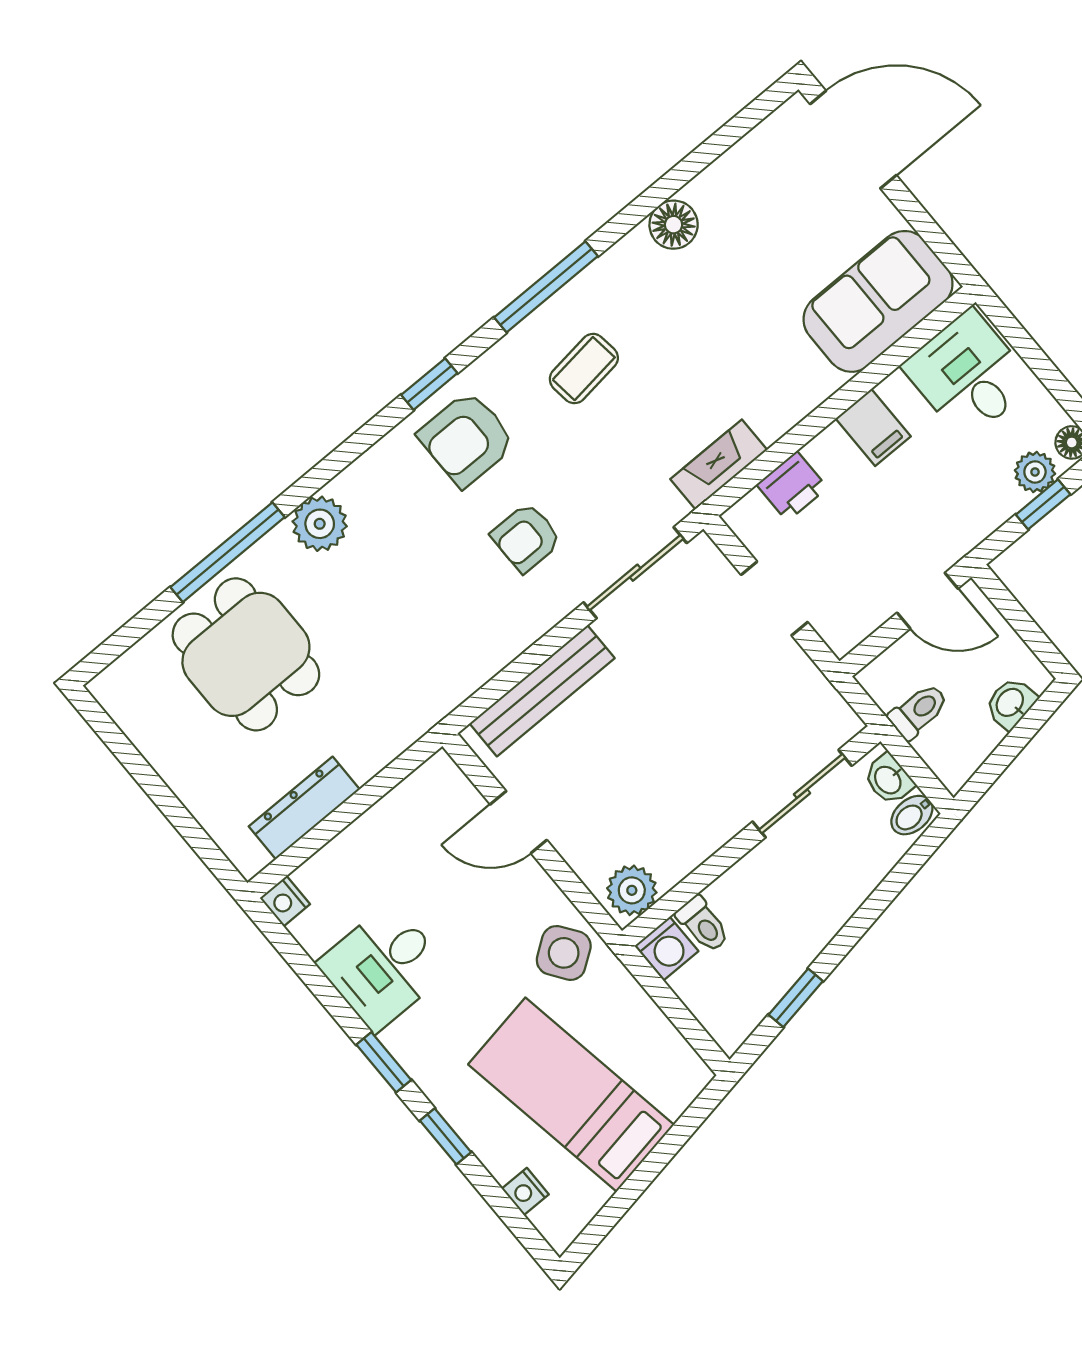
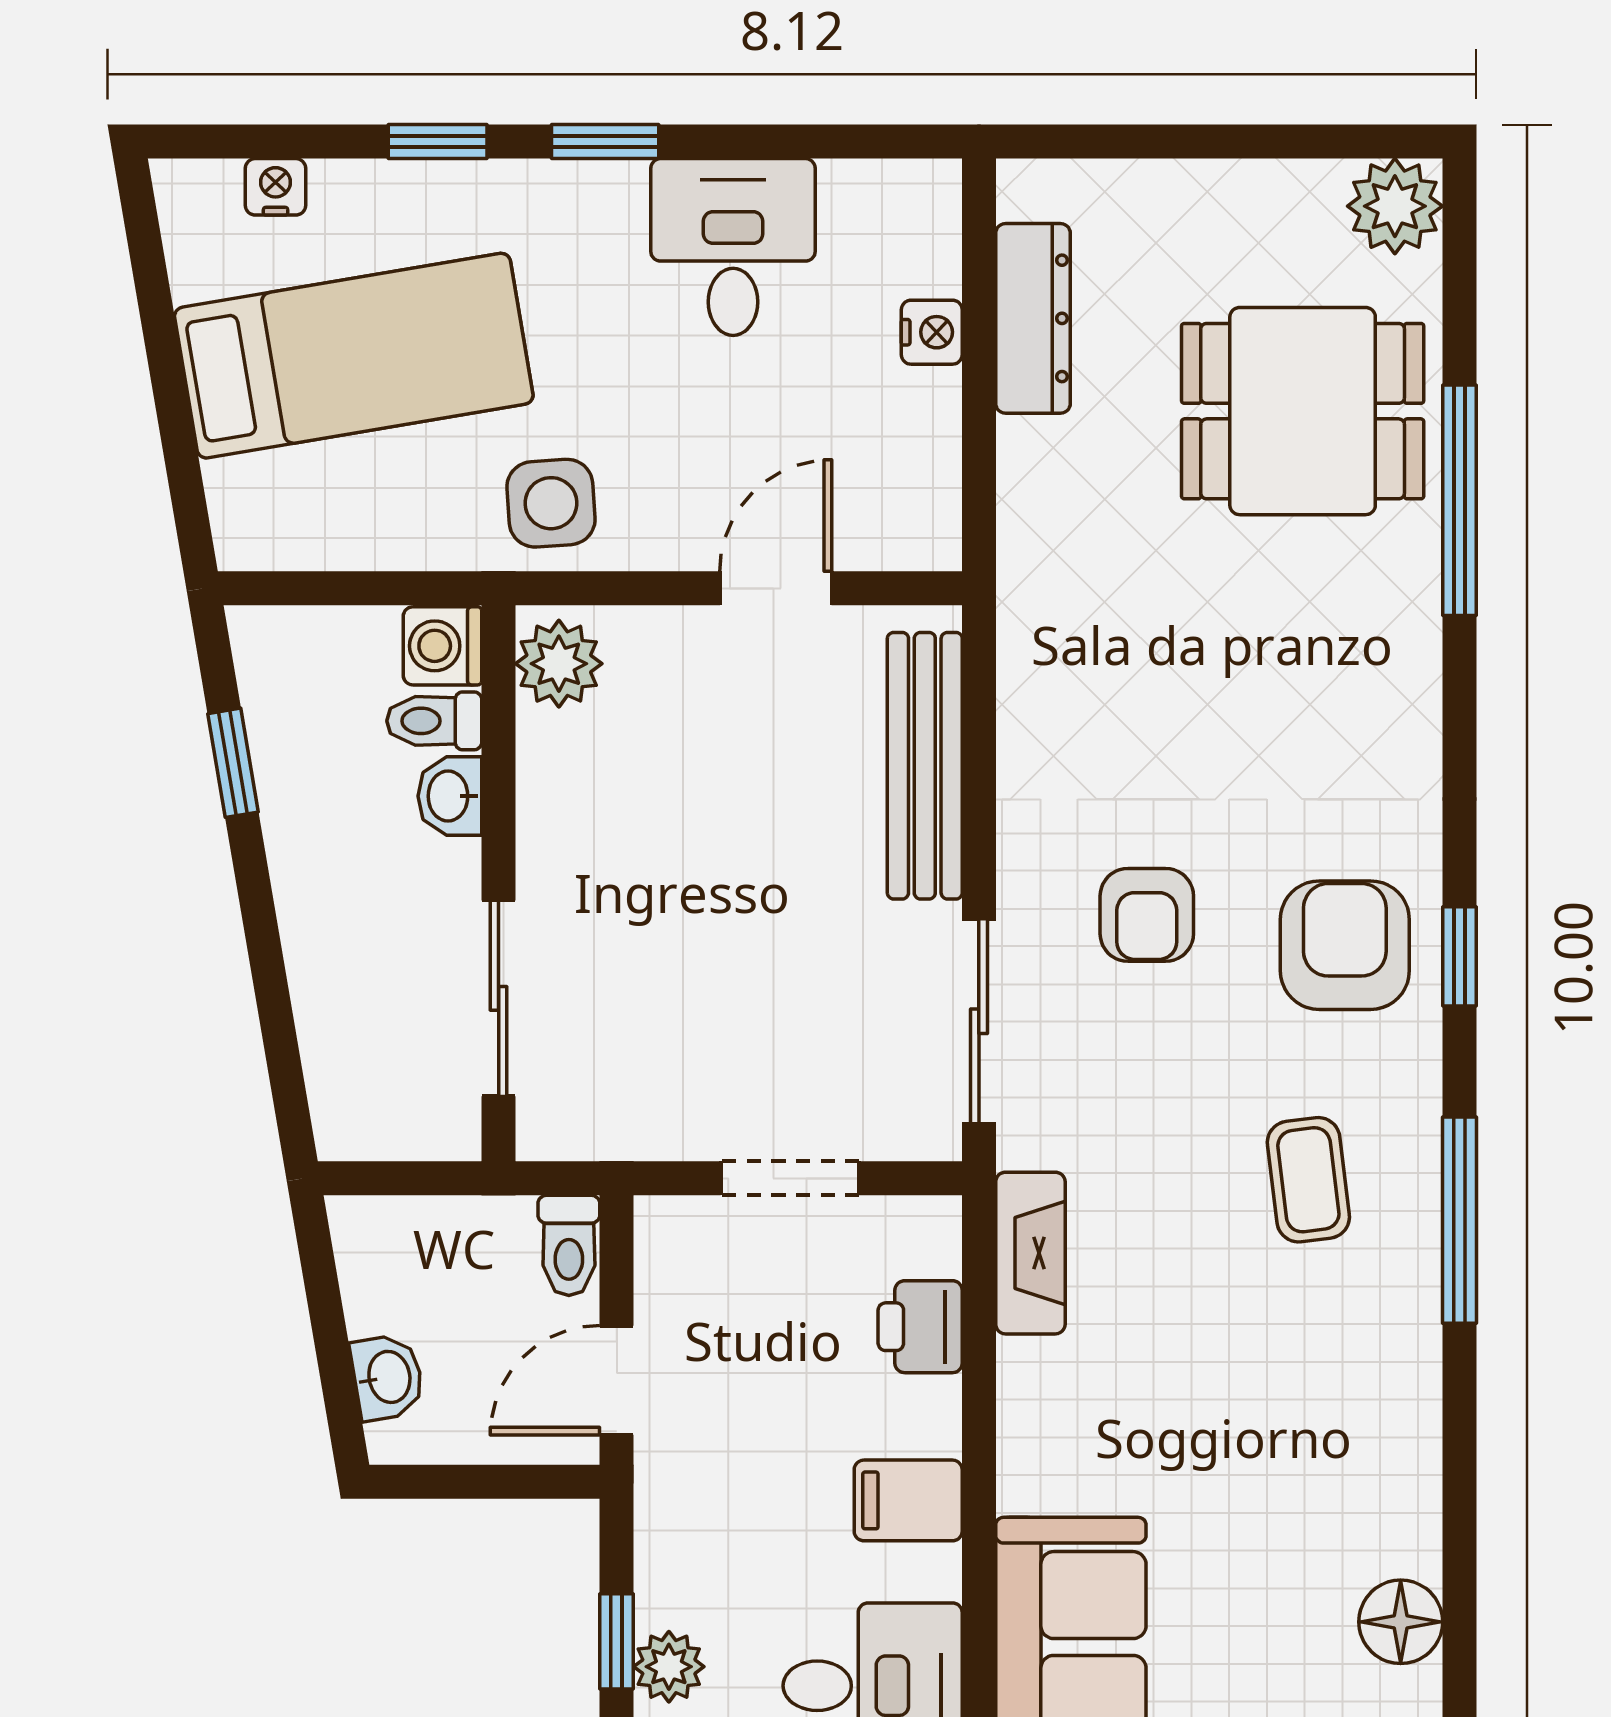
floor lamp: (674, 225) -> (1401, 1622), moved
plant: (320, 524) -> (1395, 206), moved
armchair: (526, 538) -> (1147, 915), turned 180
toilet: (918, 711) -> (569, 1245), moved
washbasin: (889, 779) -> (450, 796), moved, turned -90
bidet: (912, 815) -> (348, 1121), removed
nightstand: (285, 901) -> (932, 332), moved, turned 90
side table: (564, 953) -> (551, 503), turned 31

